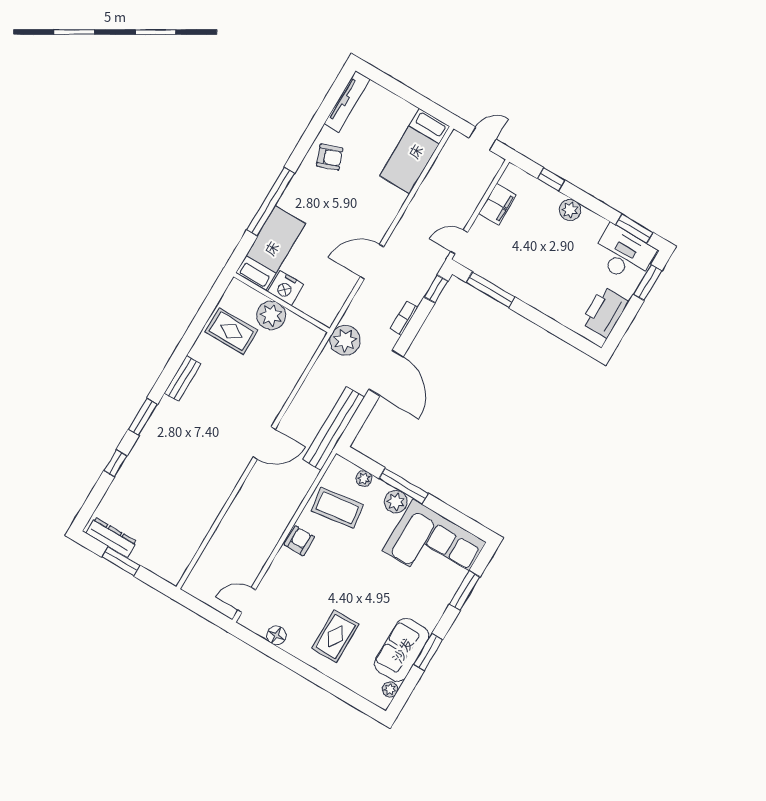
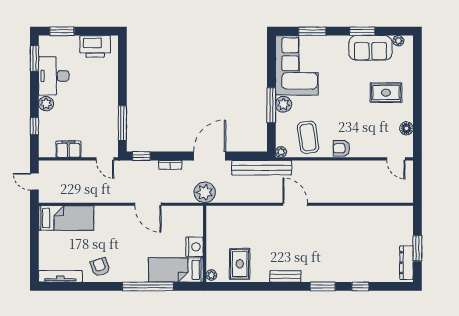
desk: (623, 254) -> (54, 76), moved
plant: (271, 315) -> (211, 275), moved, width x0.53, depth x0.53
plant: (364, 479) -> (281, 152), moved

